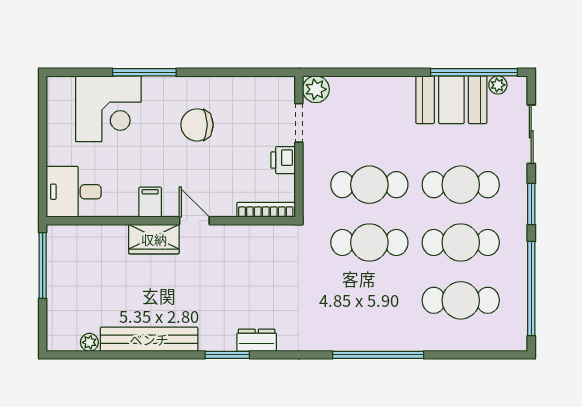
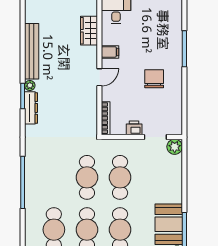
corner desk: (108, 109) -> (164, 28), removed
wardrobe: (154, 239) -> (89, 31), moved
dresser: (257, 340) -> (31, 108), width x1.44
plant: (89, 342) -> (30, 85), moved

